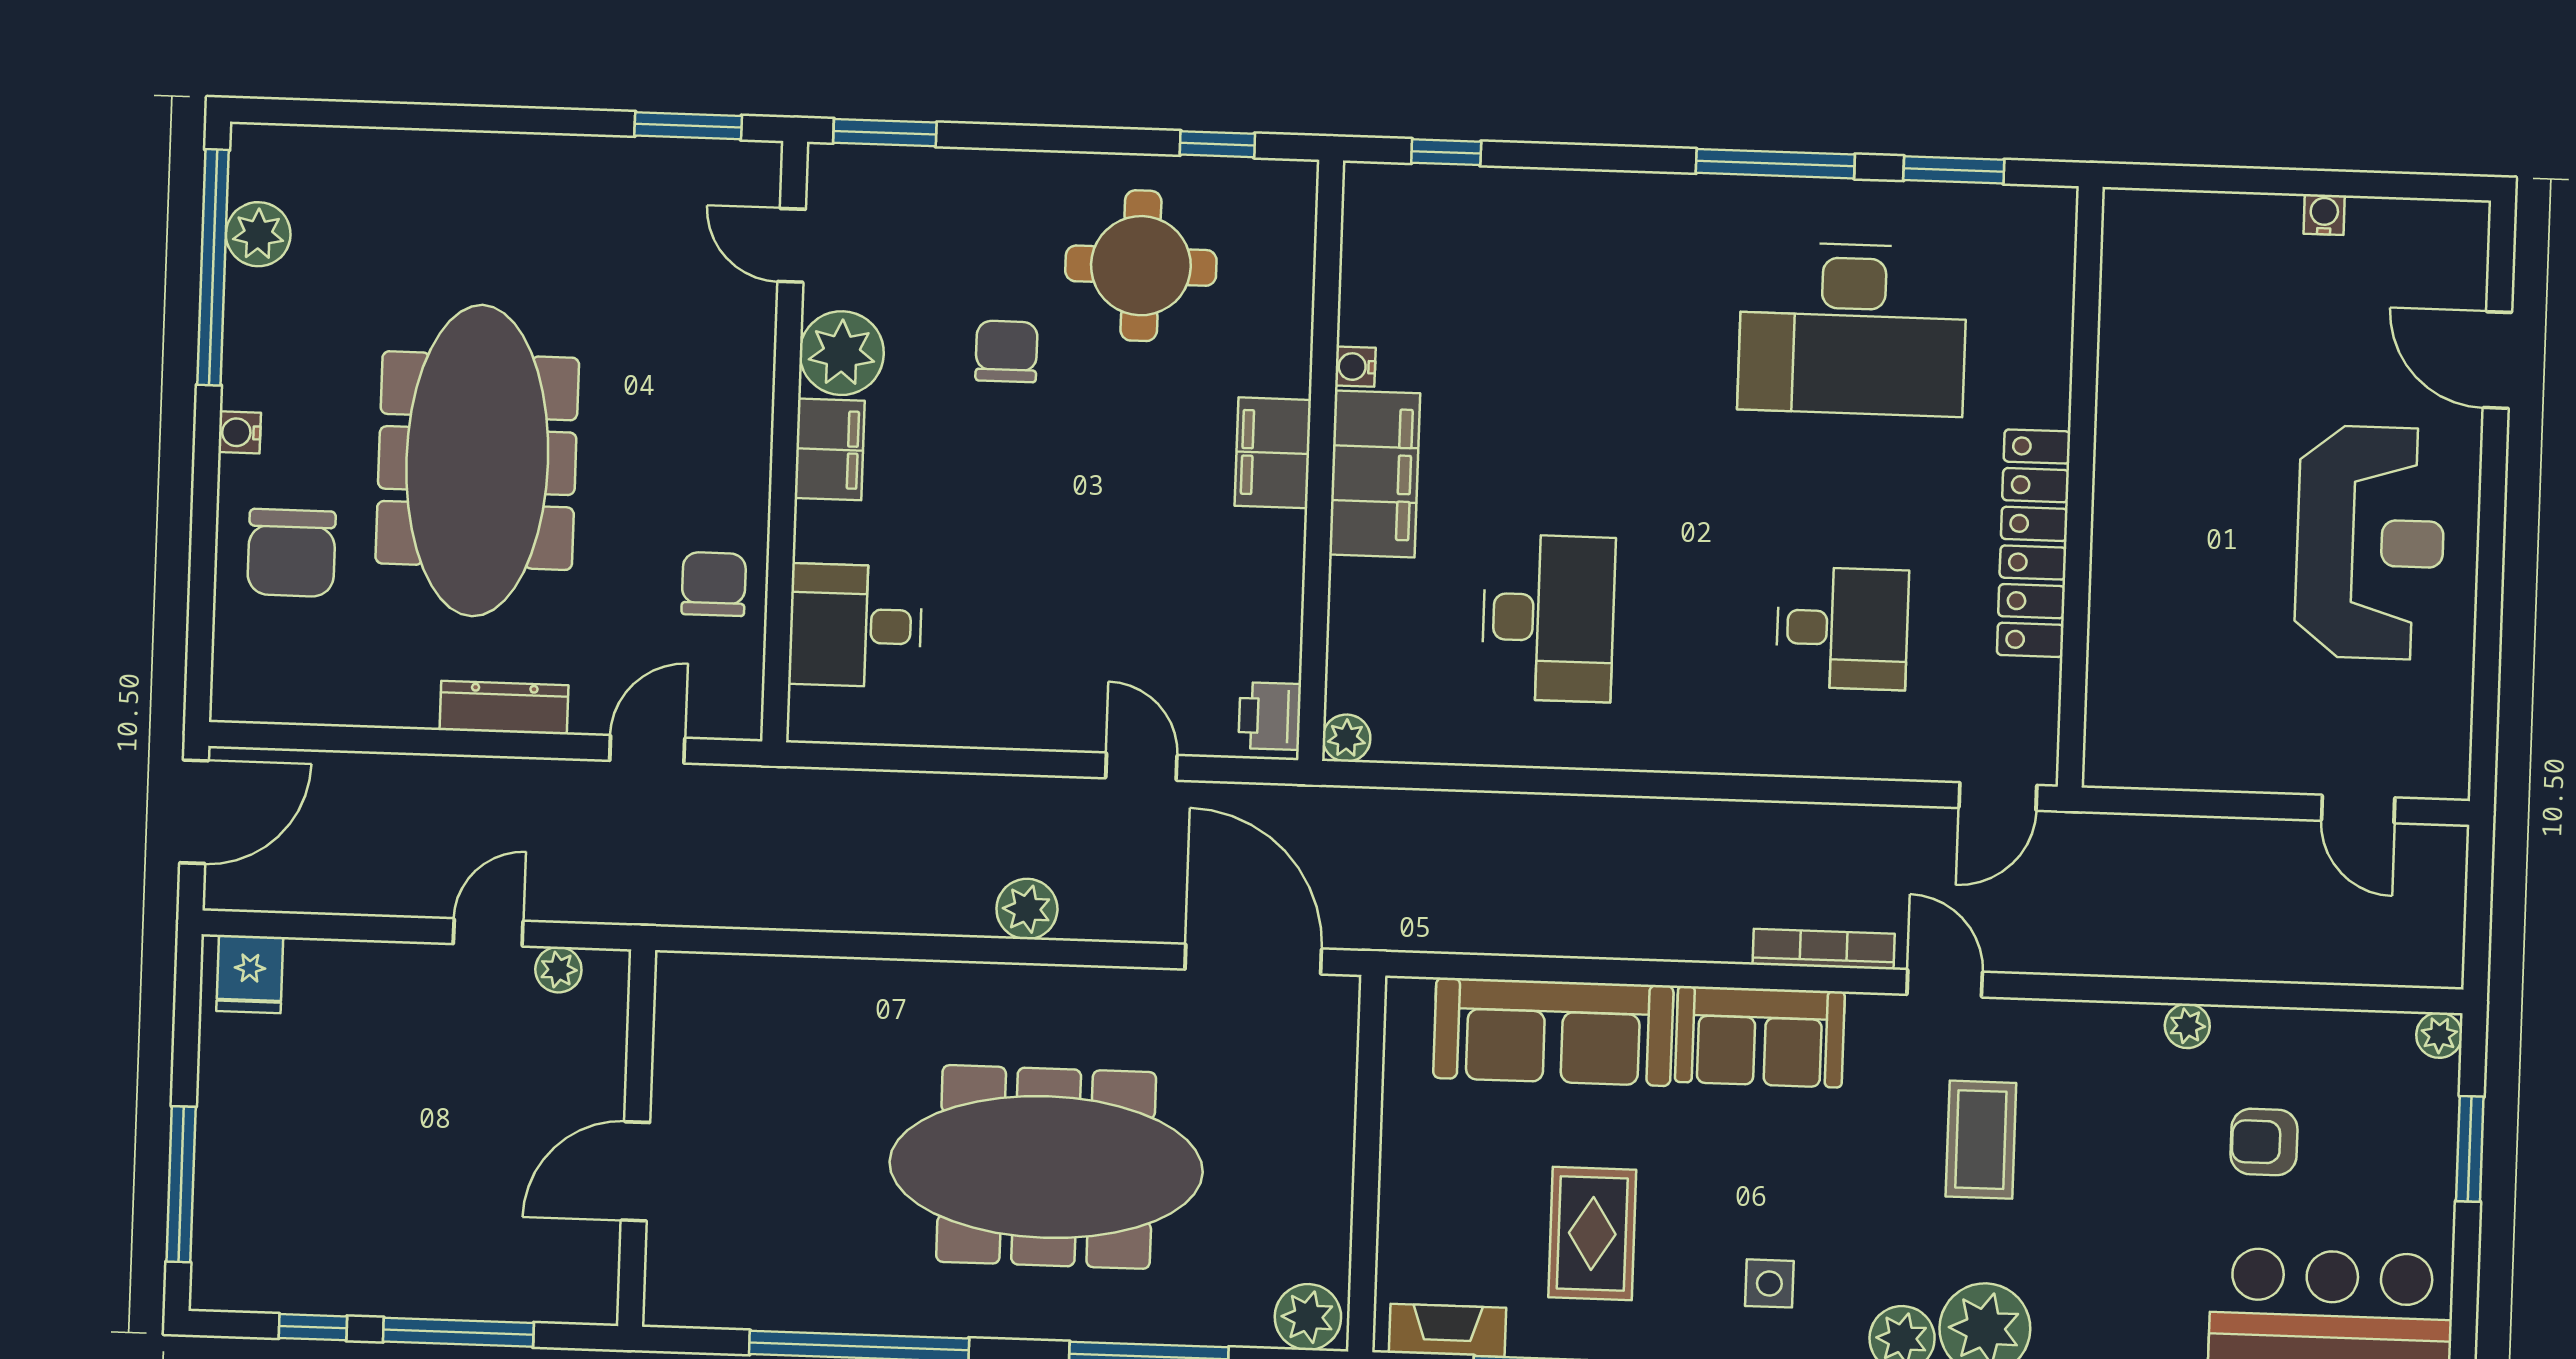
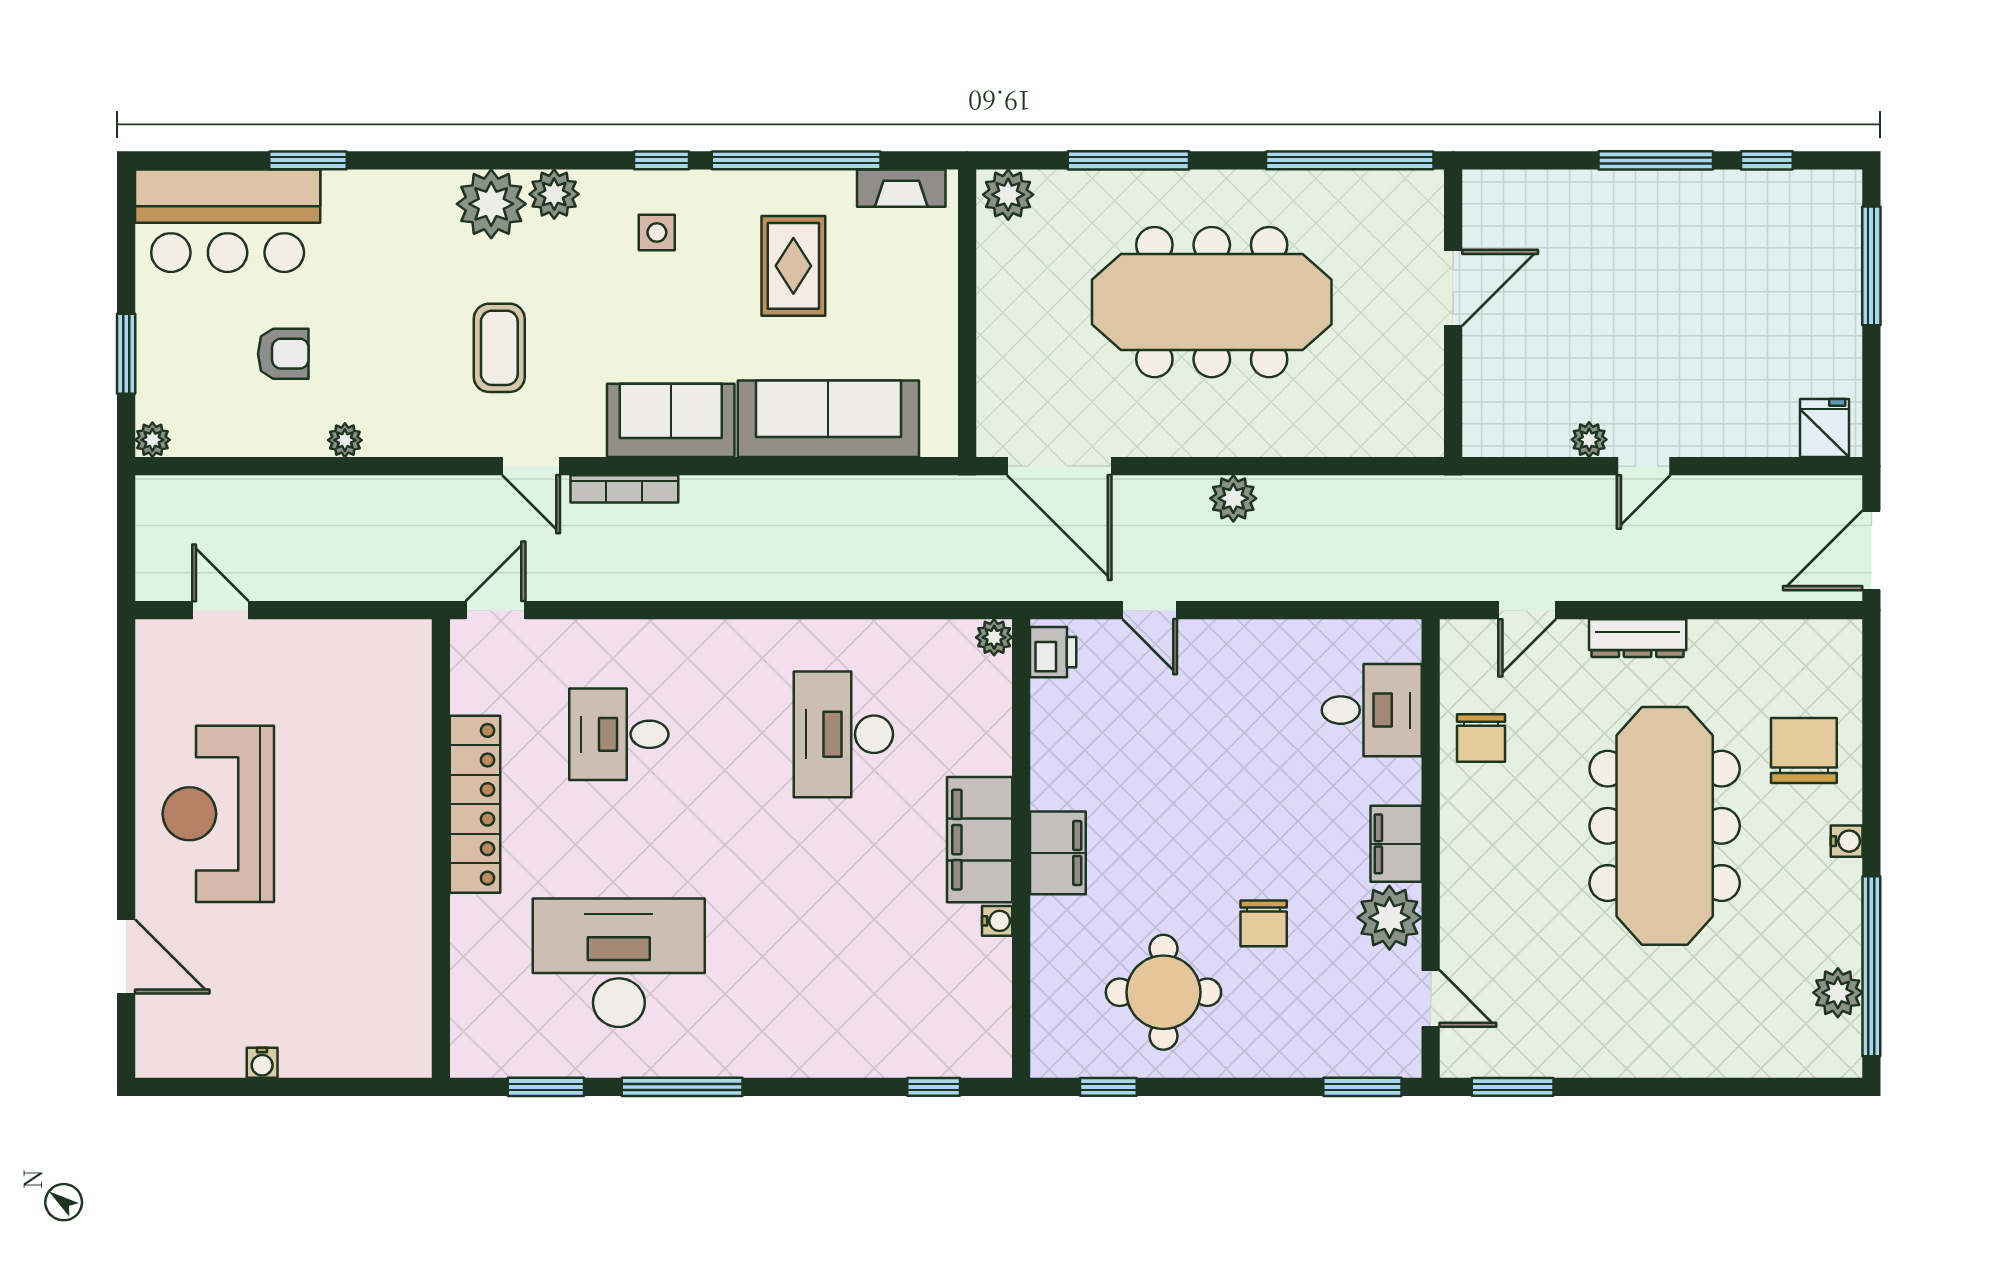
wall: (637, 1138) -> (1453, 313), moved
door: (635, 1171) -> (1453, 288), moved

